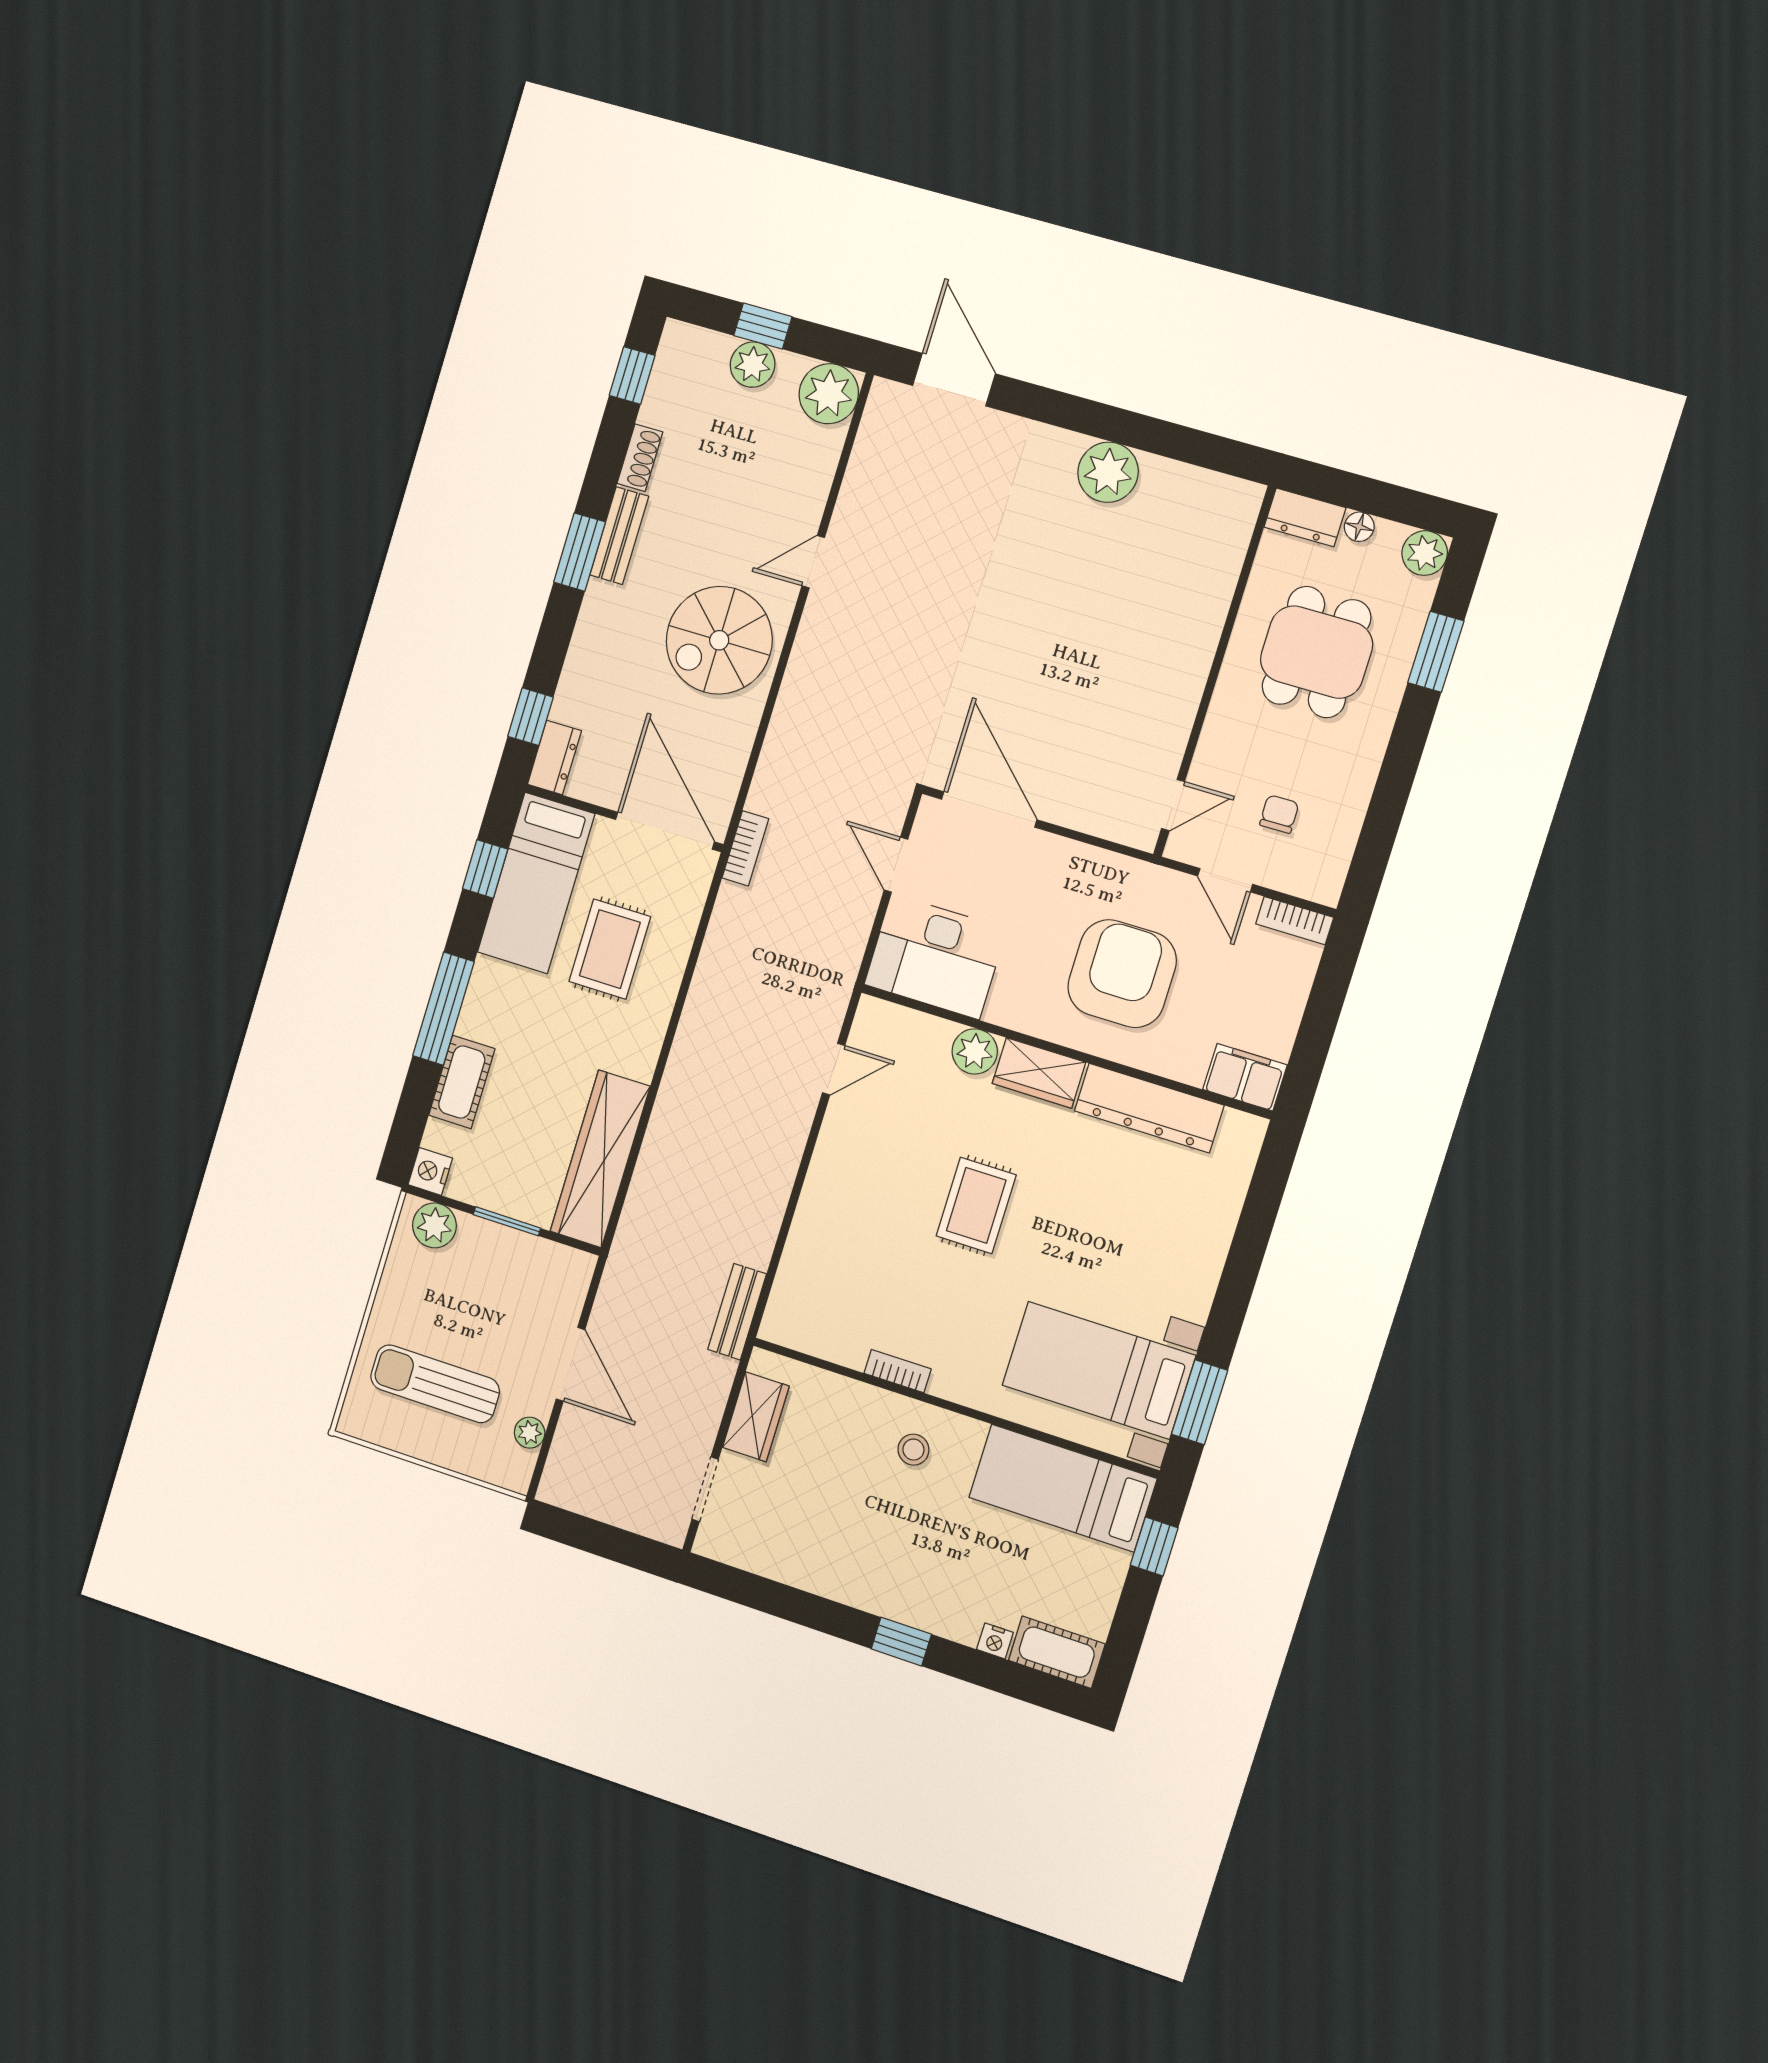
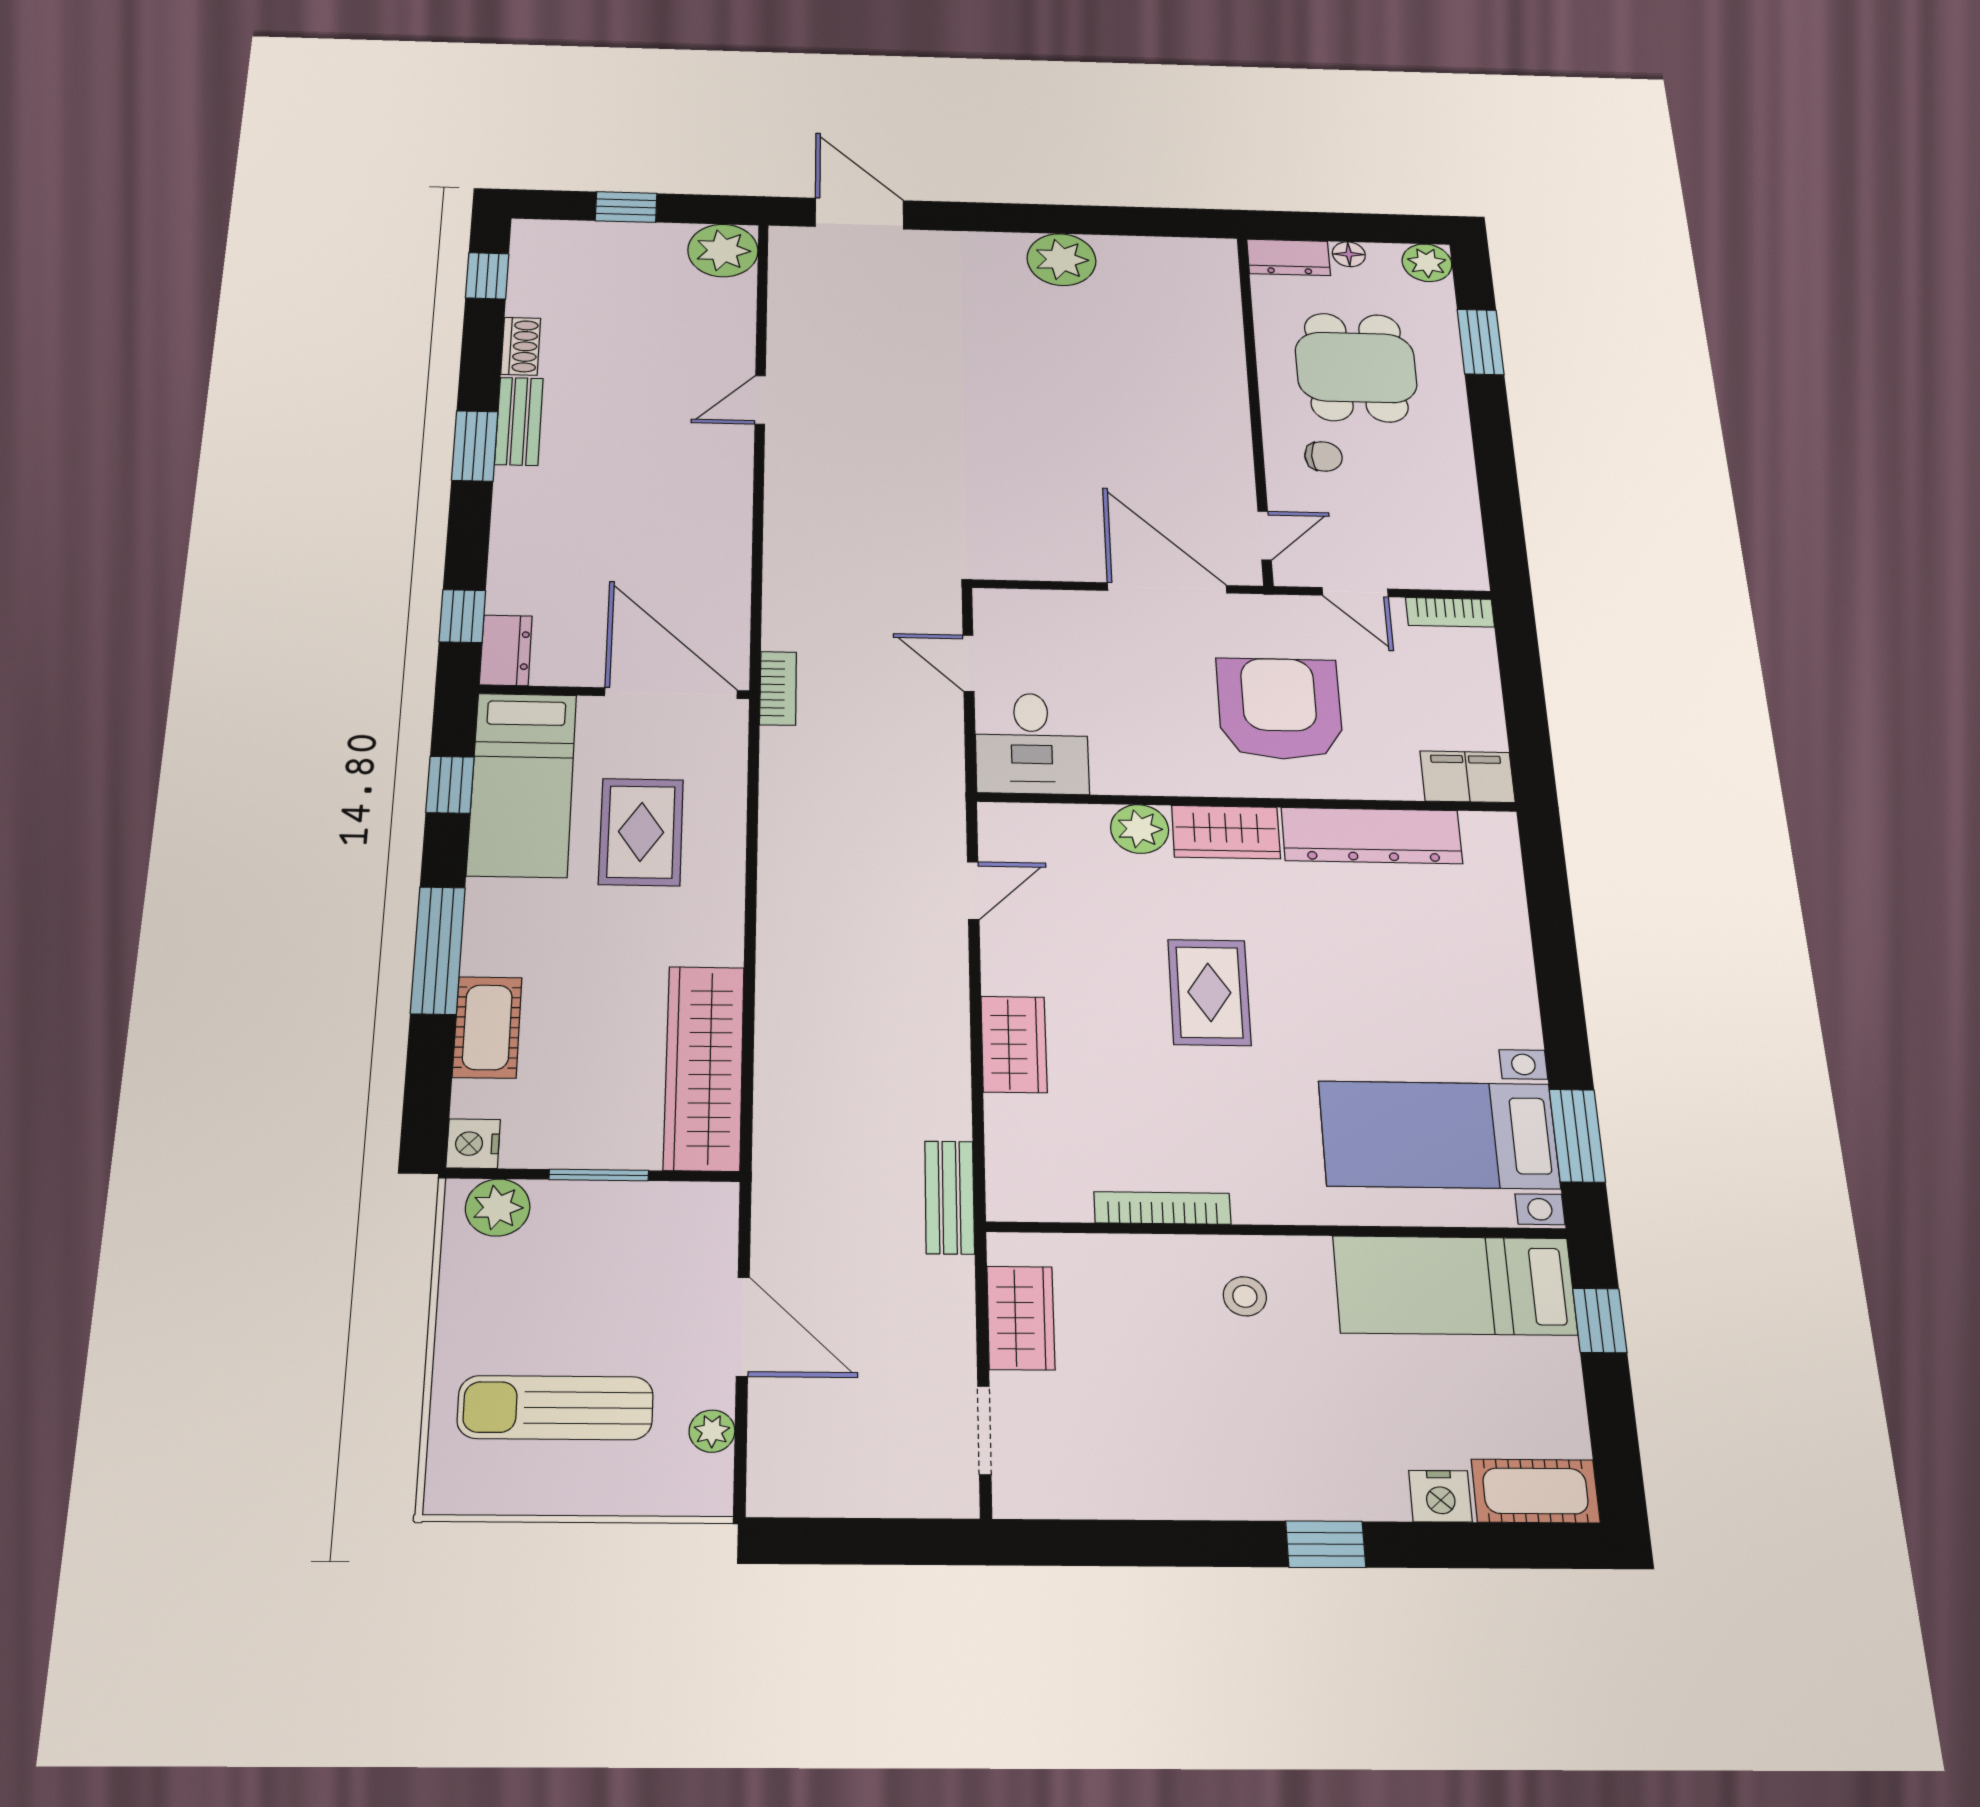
plant: (753, 365) -> (626, 241), removed
spiral stairs: (719, 640) -> (674, 494), removed
door: (989, 809) -> (1167, 588), moved
chair: (1279, 814) -> (1323, 456), moved, turned 91
desk: (935, 957) -> (1032, 743), width x0.73
wardrobe: (821, 1205) -> (1014, 1044), added
bookcase: (898, 1371) -> (1162, 1208), width x1.56
nightstand: (995, 1641) -> (1440, 1496), width x1.39, depth x1.35

